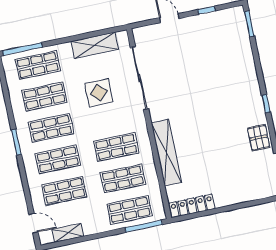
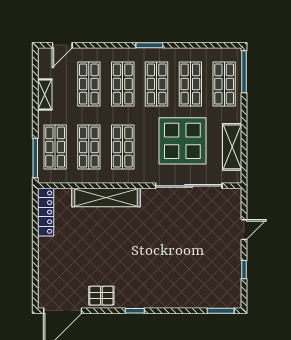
display table: (99, 93) -> (182, 141), width x1.86, depth x1.86
shelving: (68, 233) -> (45, 95), moved

